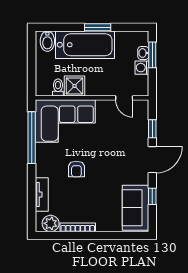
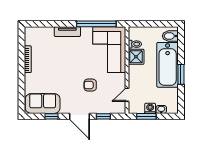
window: (152, 55) -> (146, 116), moved
armchair: (76, 169) -> (90, 85), moved
tv unit: (42, 195) -> (67, 32), moved
plant: (51, 223) -> (31, 38), removed

